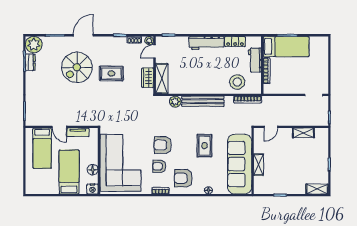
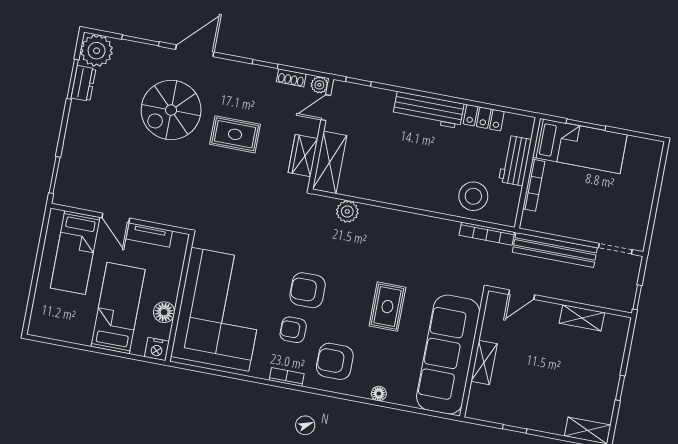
bench: (203, 101) -> (555, 250), moved

